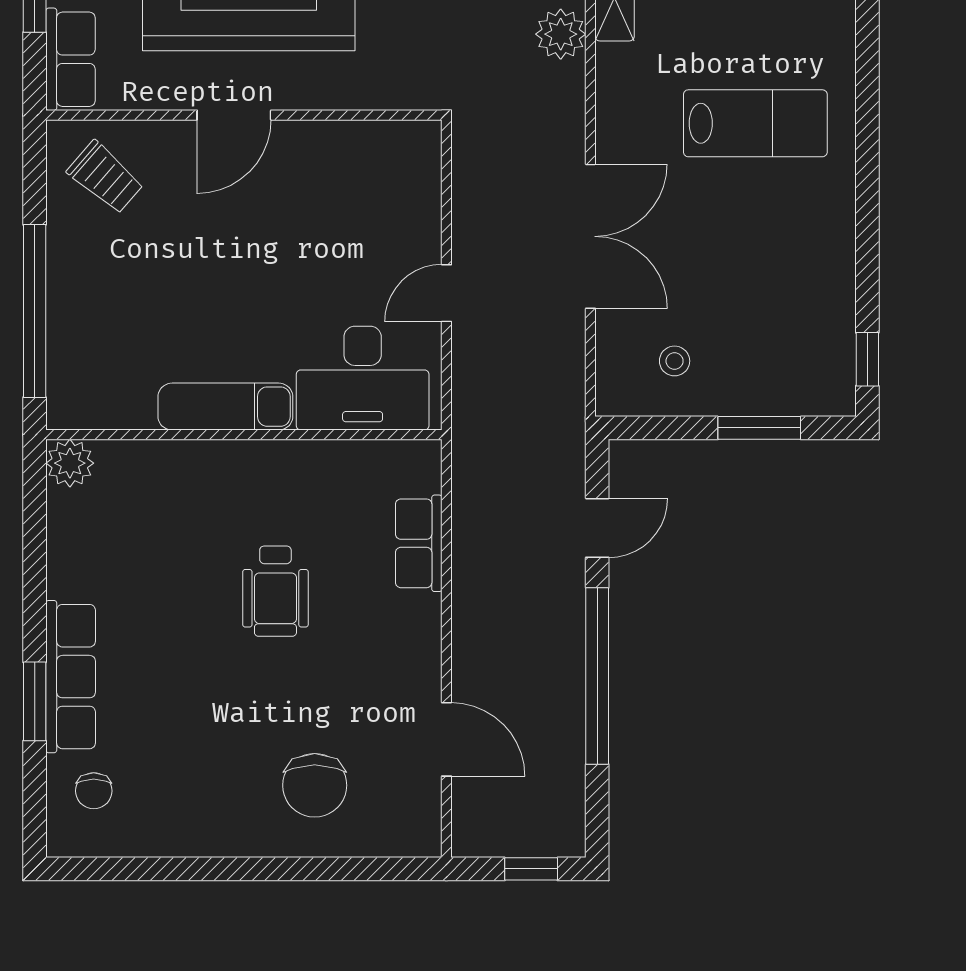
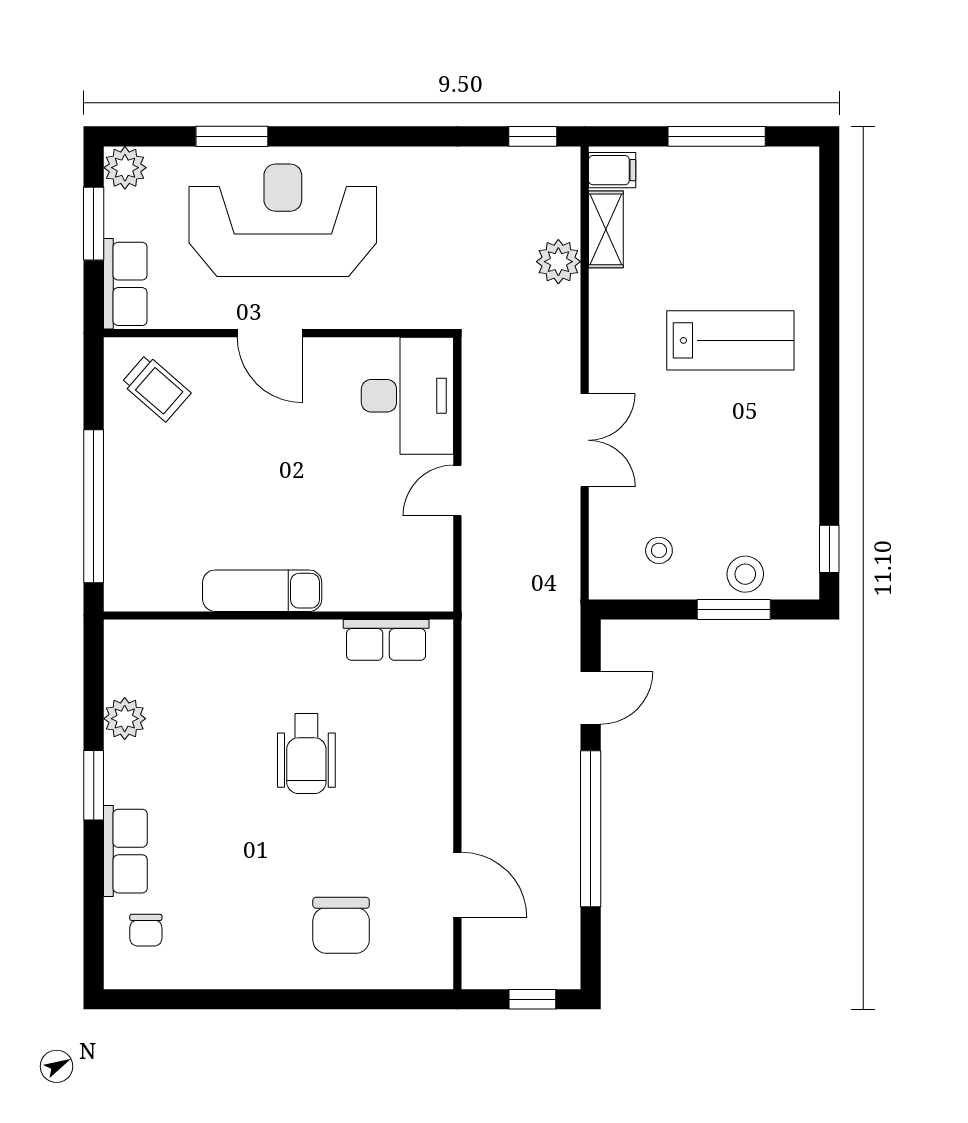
door: (234, 115) -> (270, 333), hinge flipped
double door: (590, 236) -> (585, 440), width x0.73
desk: (363, 378) -> (407, 396), moved, turned -90
stool: (772, 388) -> (745, 574), added
plant: (70, 463) -> (125, 719), moved
row of seats: (419, 543) -> (386, 640), moved, turned -90
row of seats: (71, 677) -> (125, 851), width x0.68
window: (35, 701) -> (94, 785), moved

